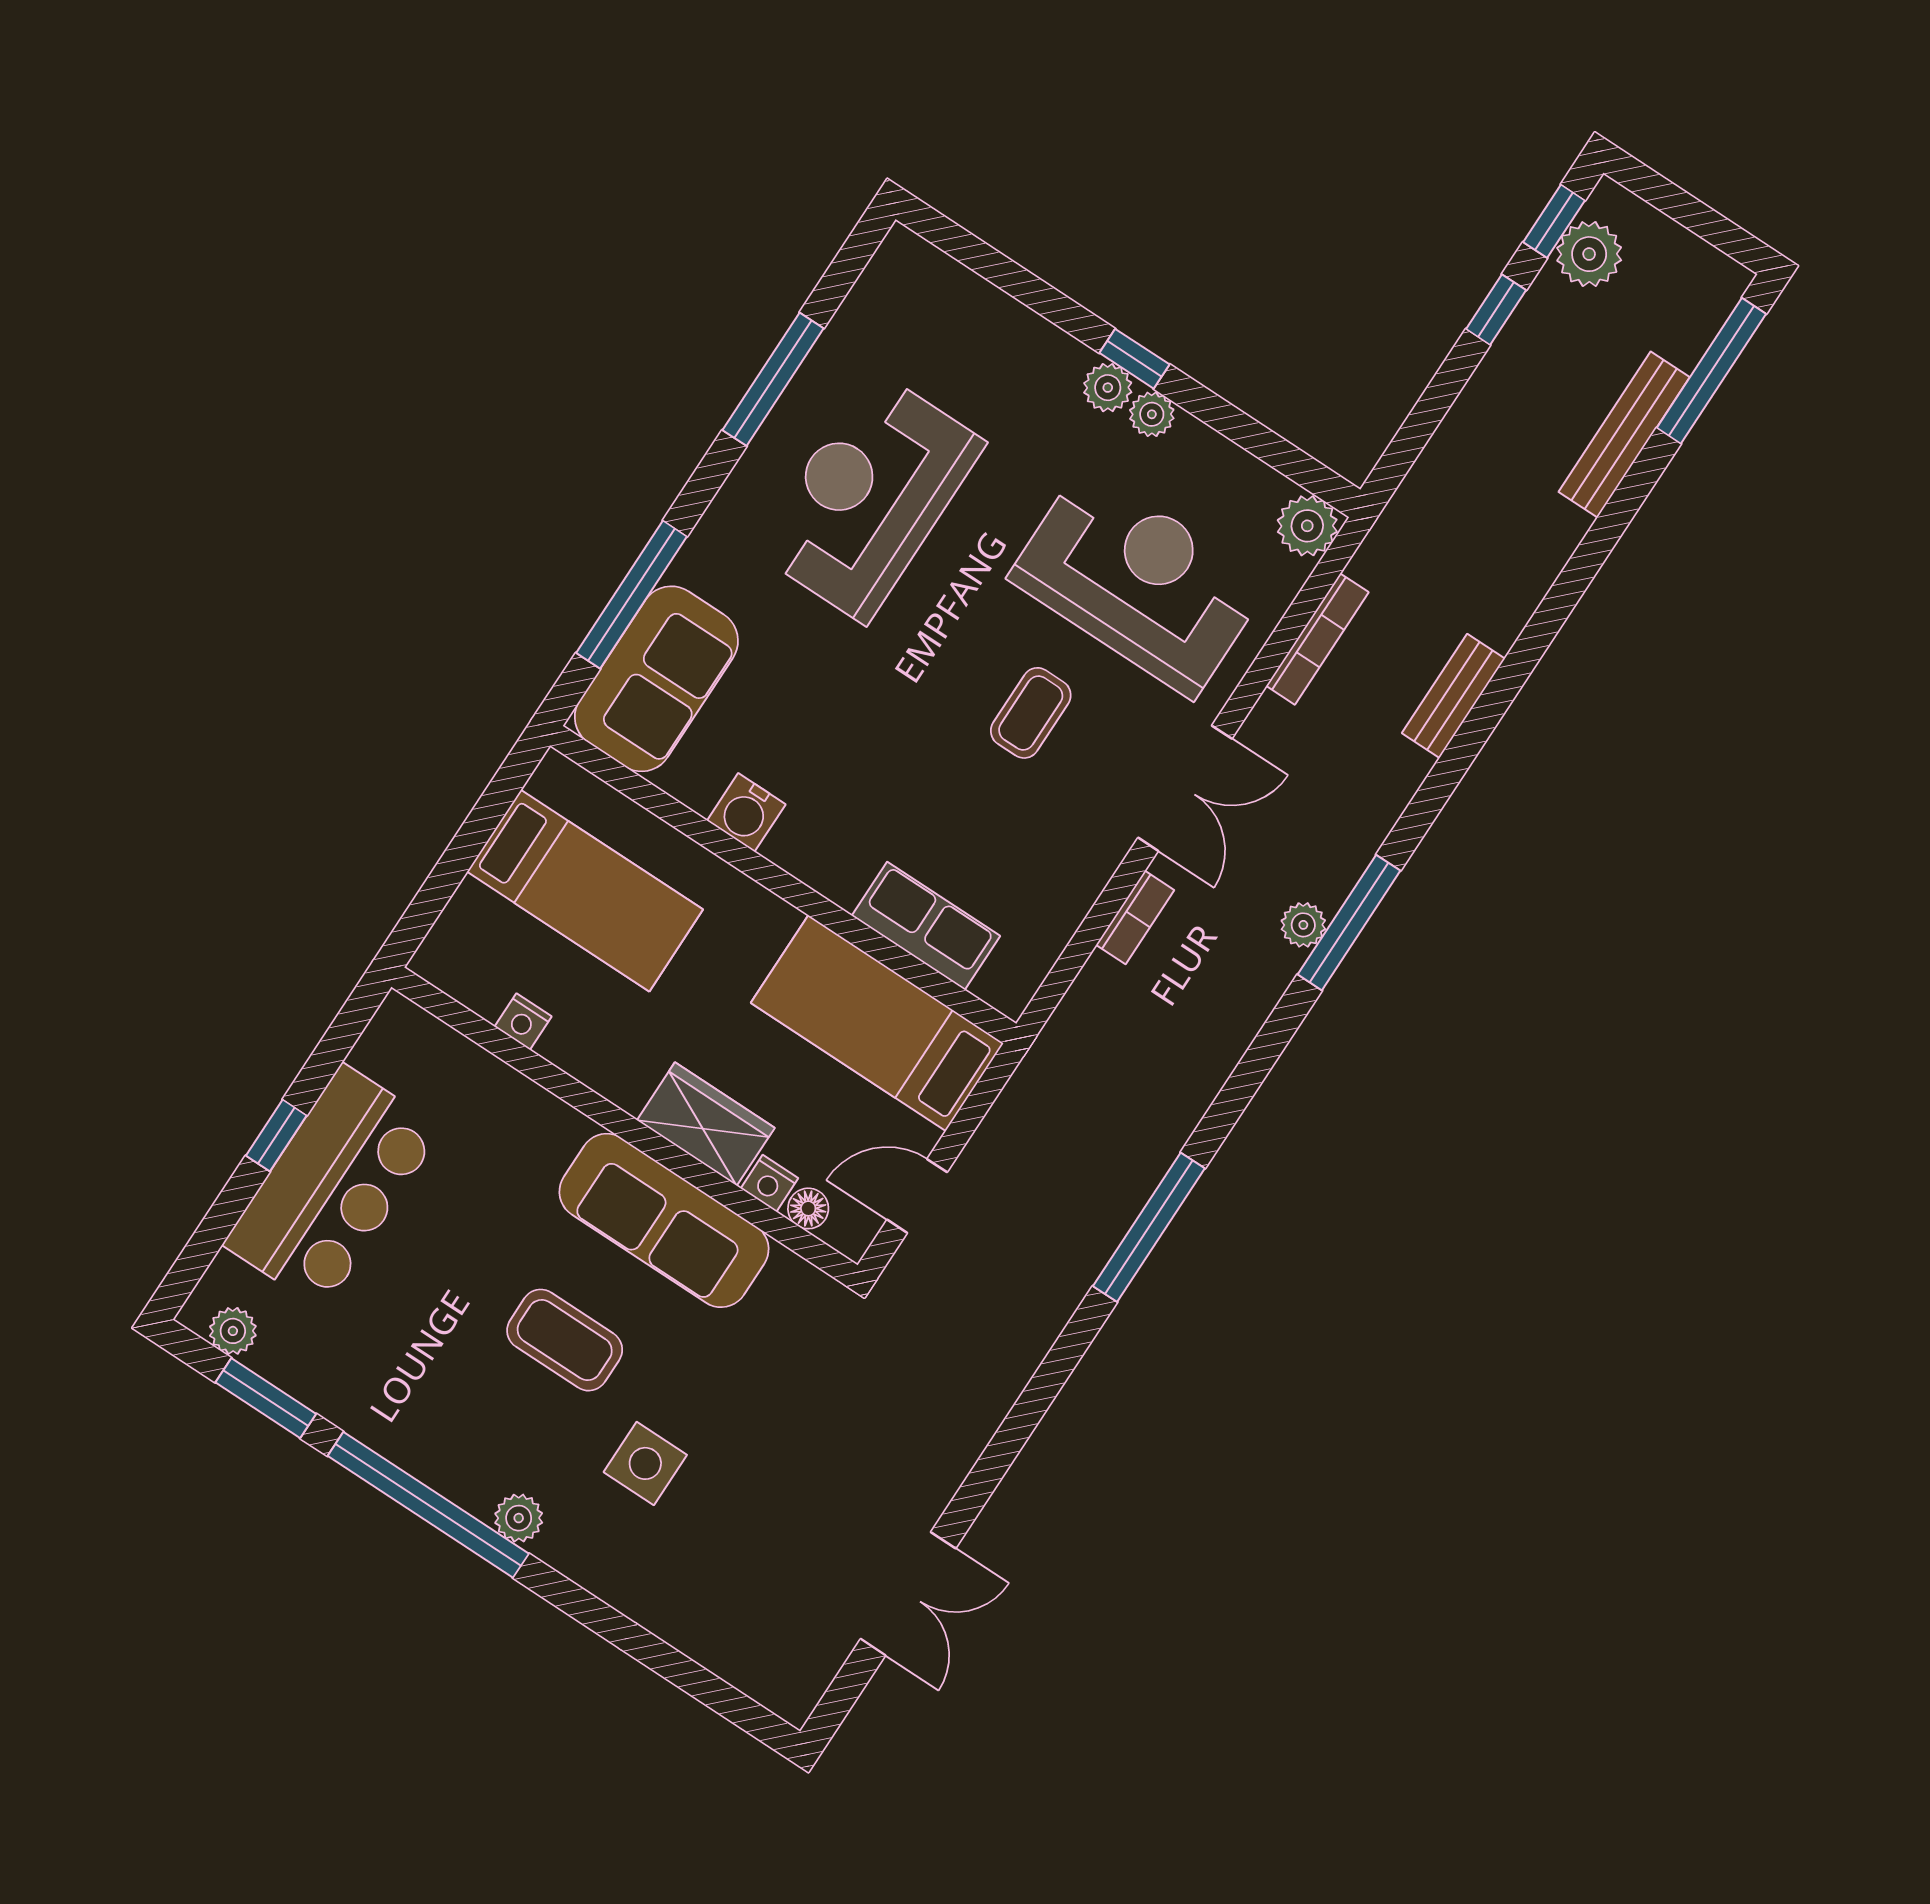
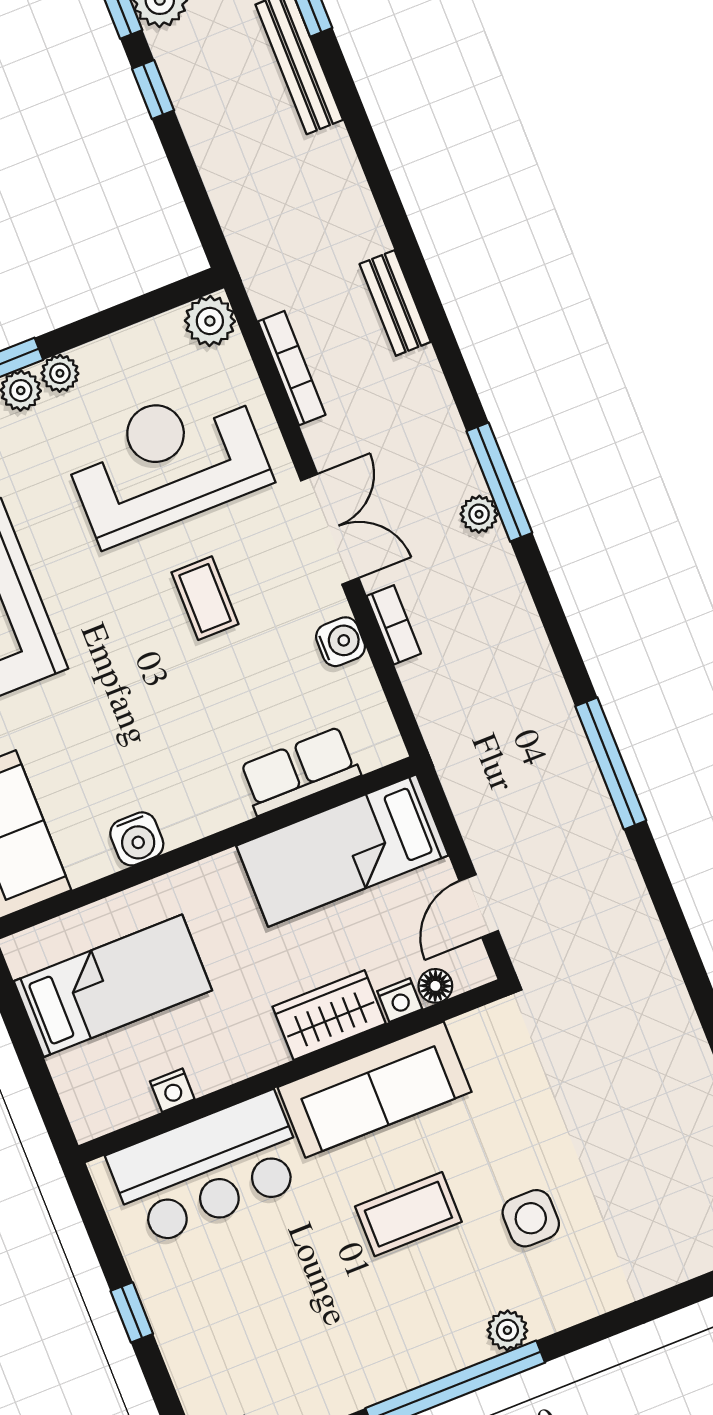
water cooler: (1082, 877) -> (341, 642), added
bar counter: (333, 1187) -> (208, 1169), moved, turned 90

